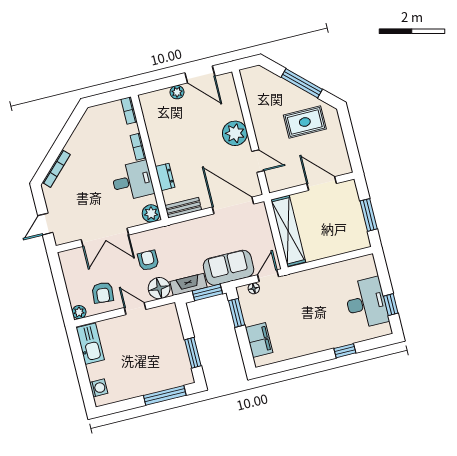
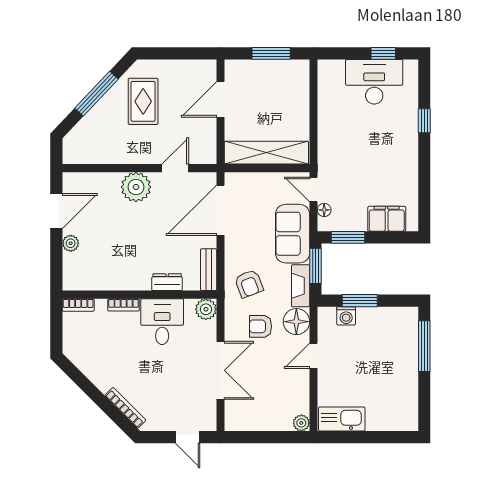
armchair: (103, 293) -> (249, 284), moved, turned 64
window: (193, 353) -> (360, 301), moved
washing machine: (99, 388) -> (346, 316), moved, turned 180

